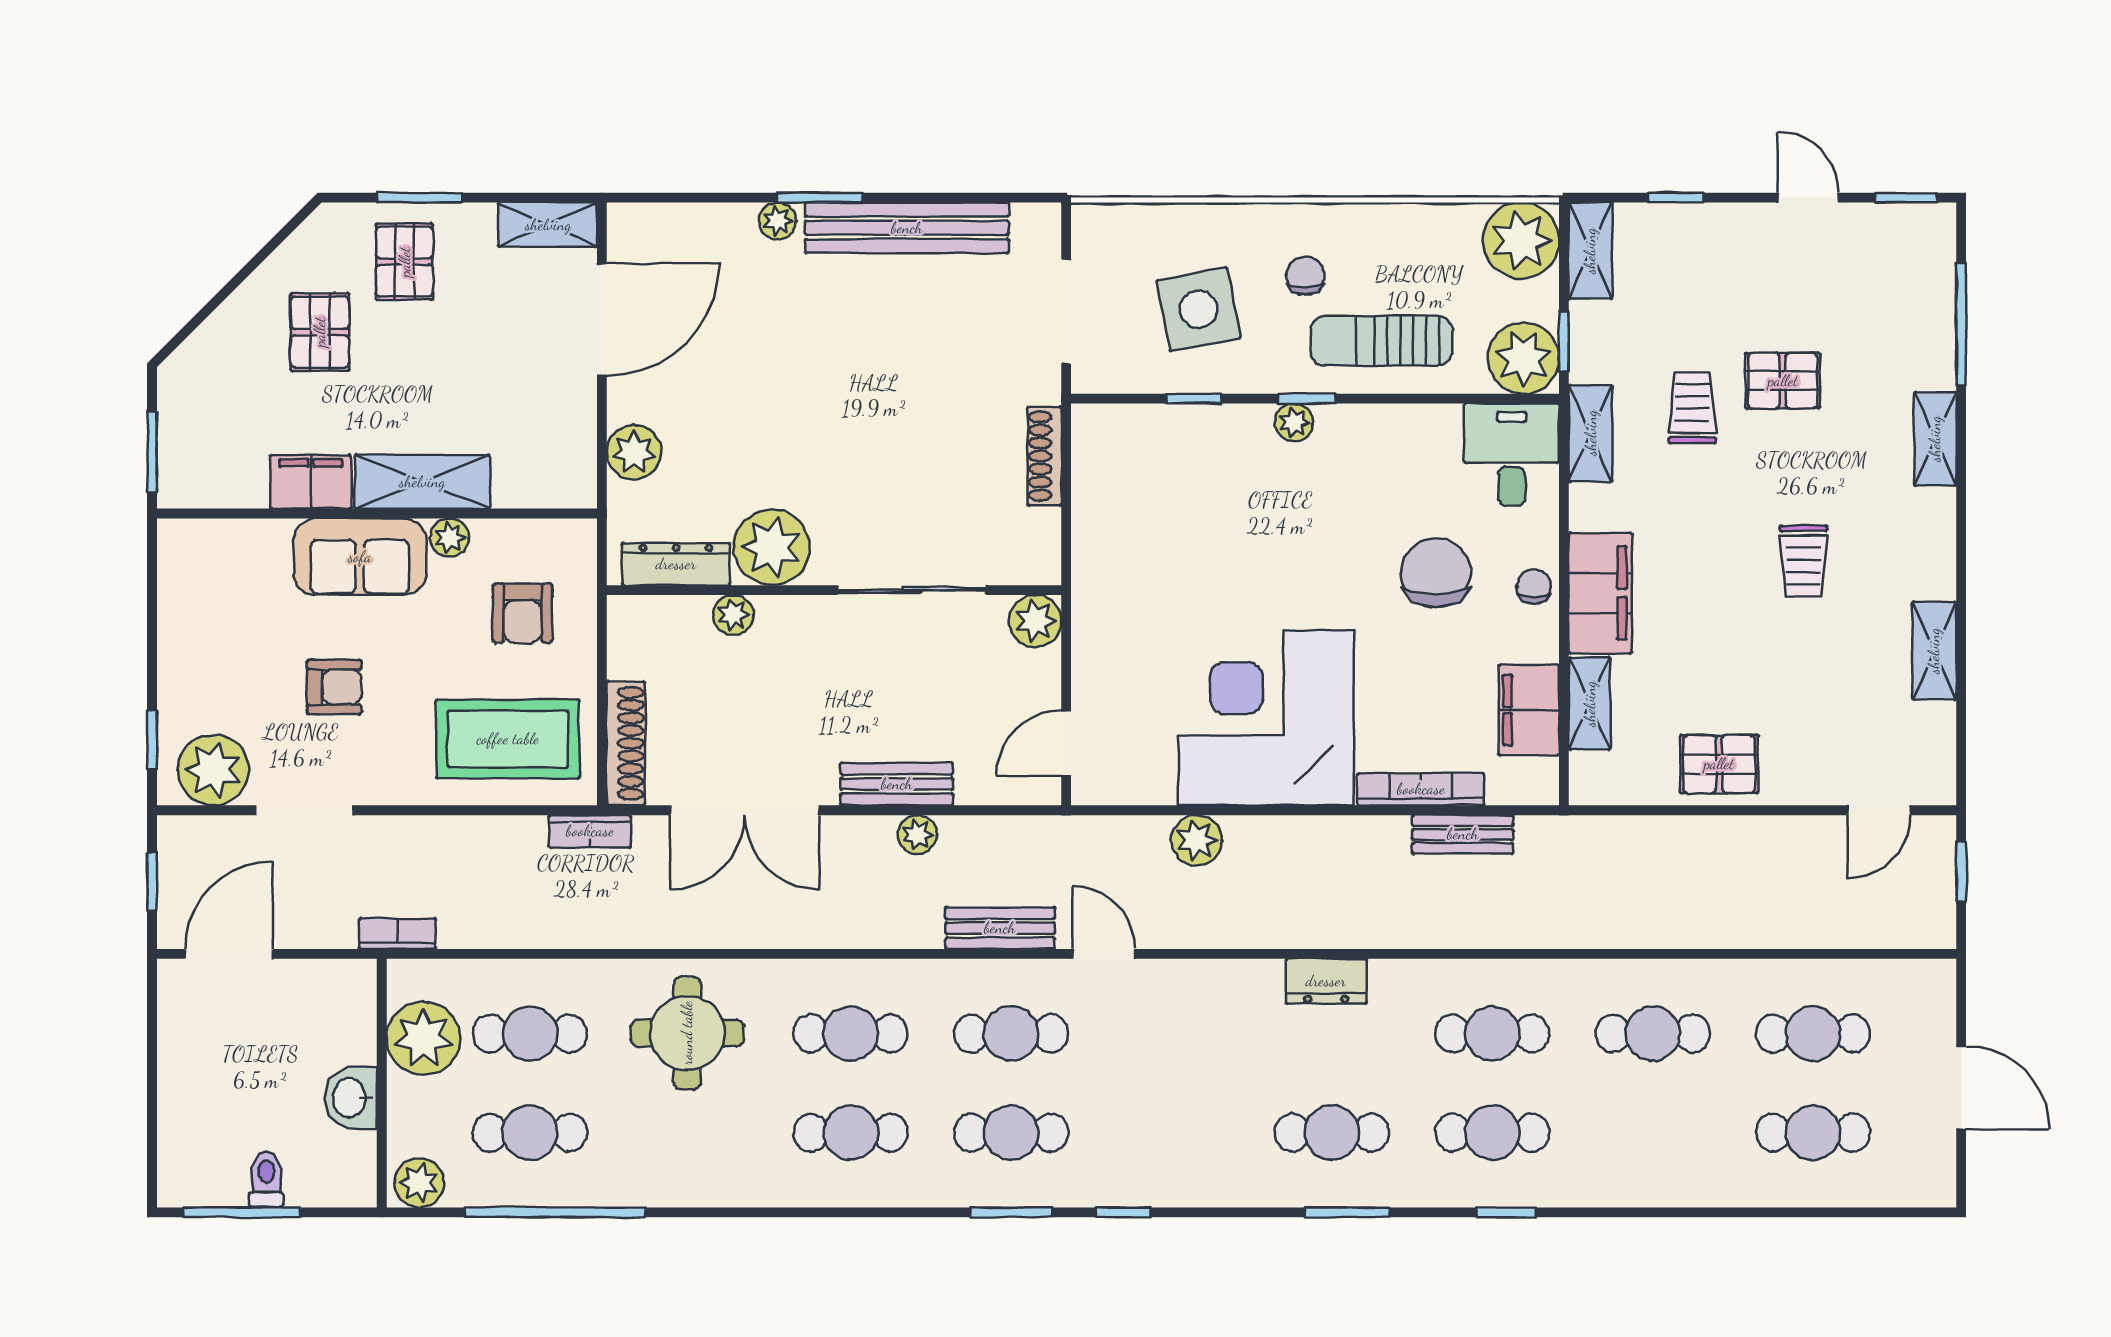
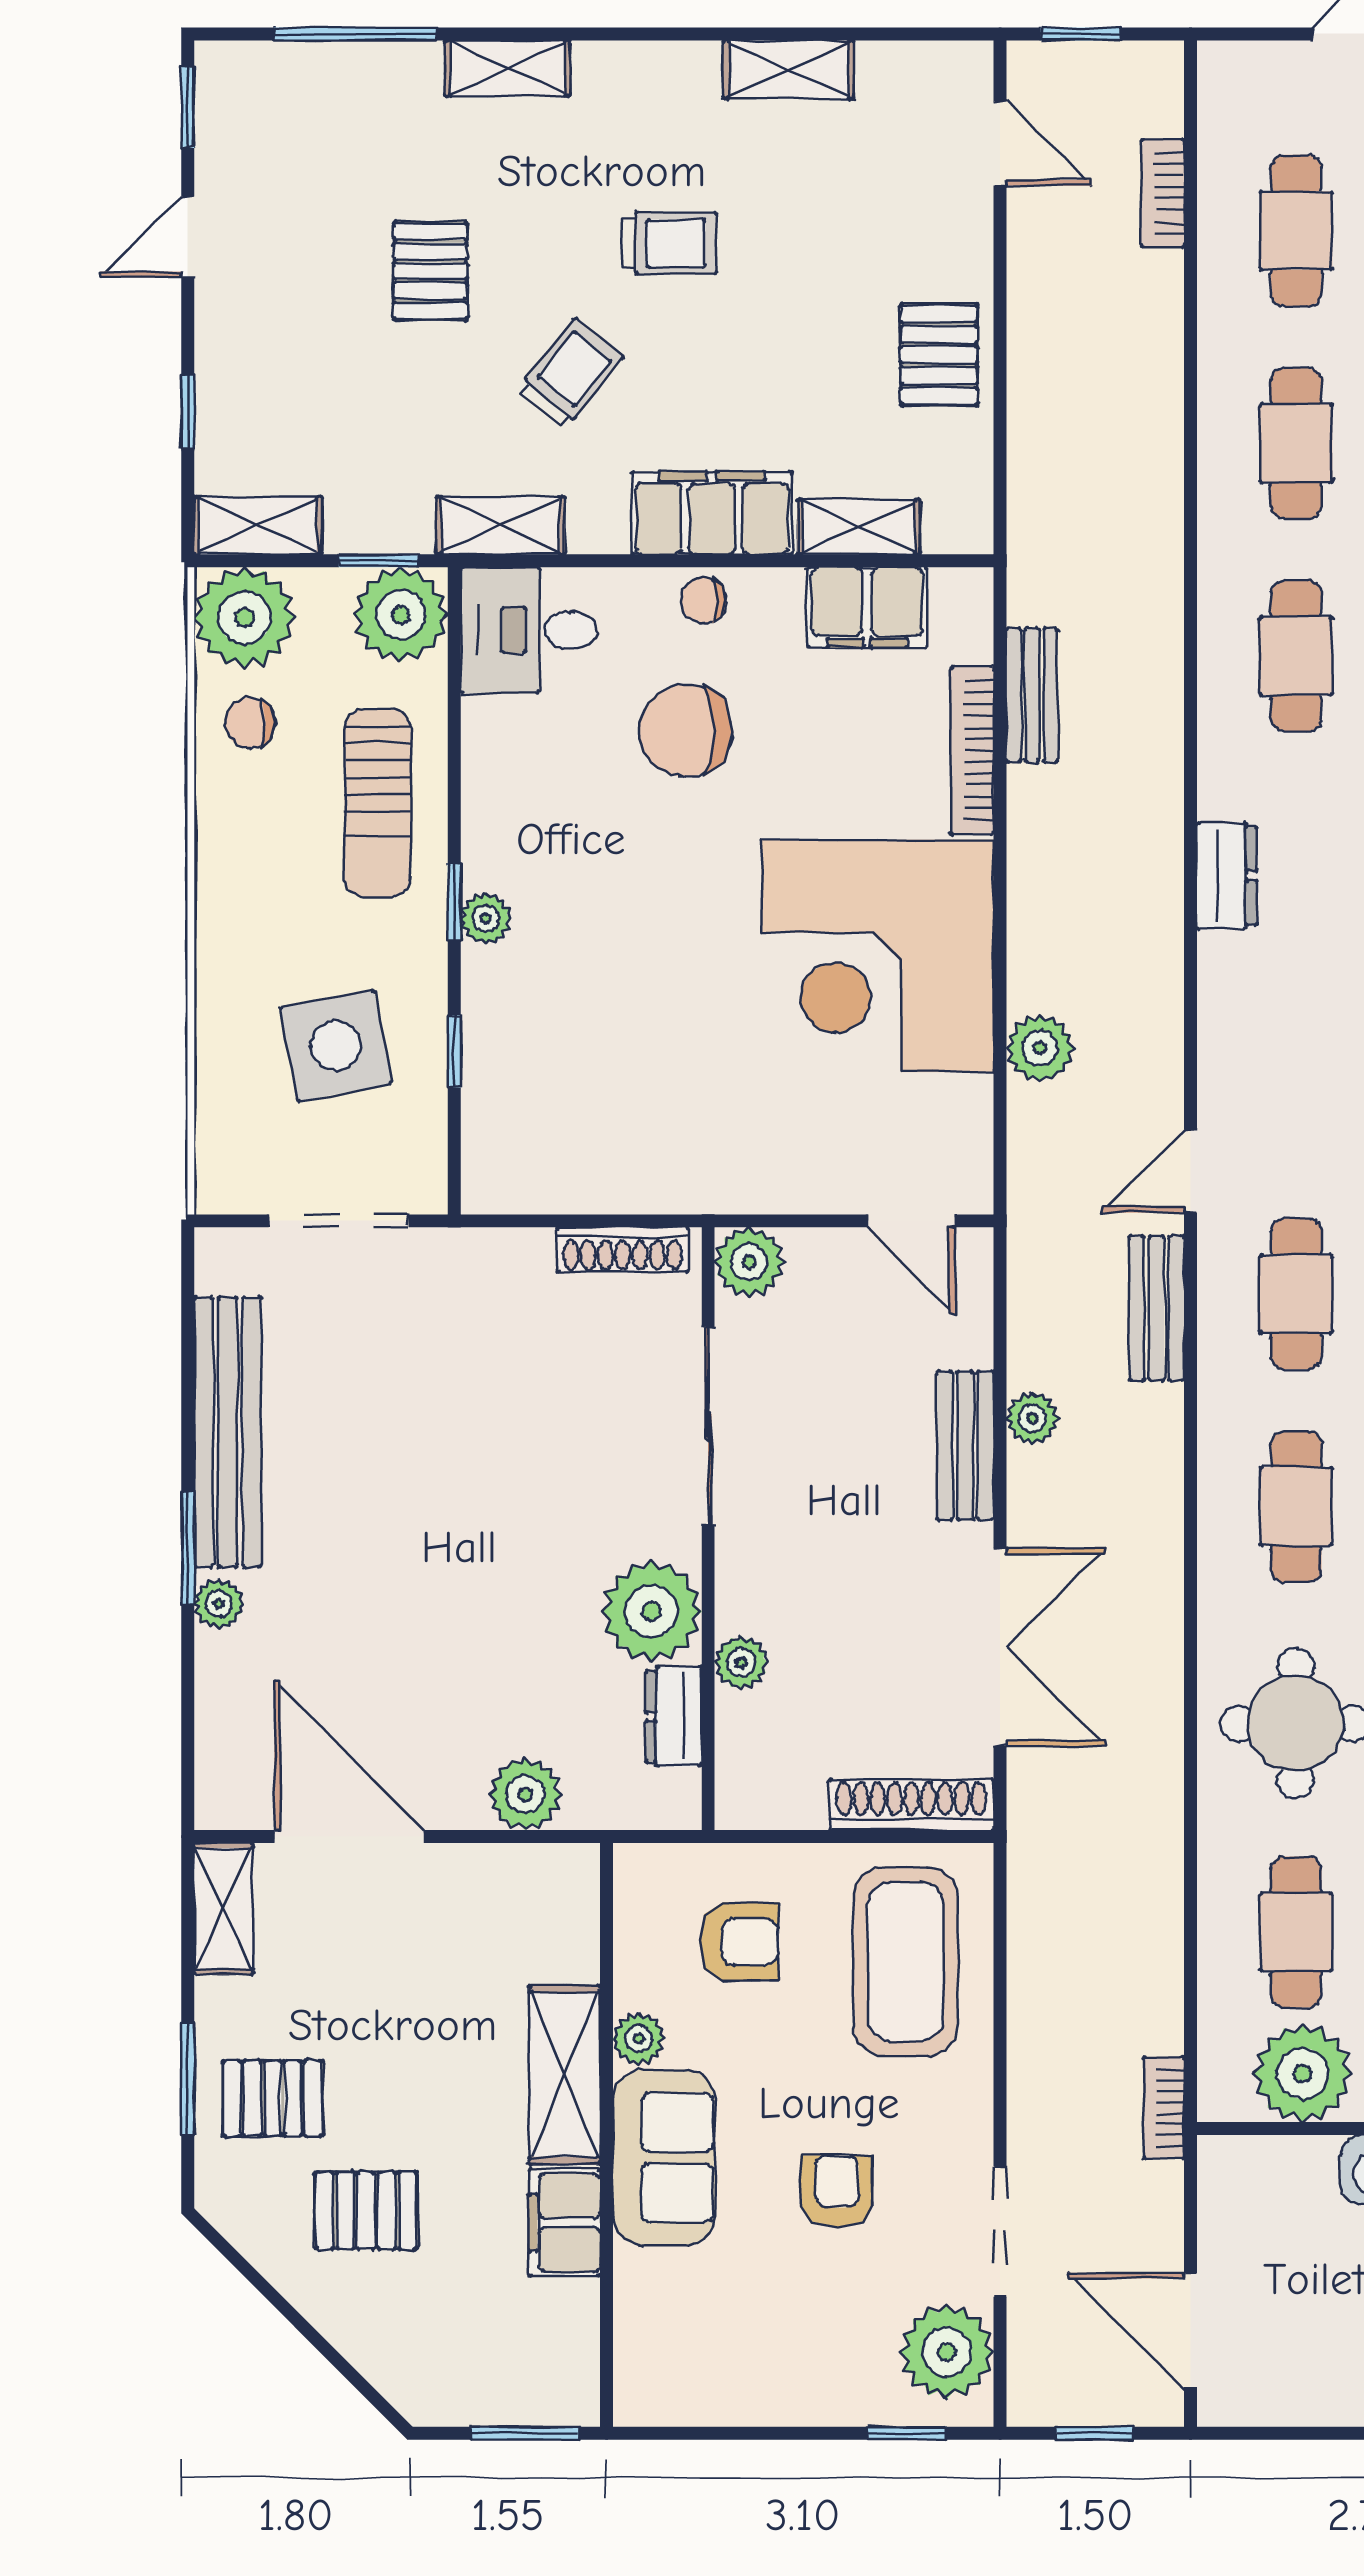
chair: (1305, 276) -> (250, 723), moved
trolley: (1692, 408) -> (570, 374), moved, turned 129
shoe rack: (1045, 456) -> (623, 1250), moved
dresser: (676, 564) -> (674, 1717), width x0.70
bookcase: (590, 831) -> (1162, 193), moved, turned 180

